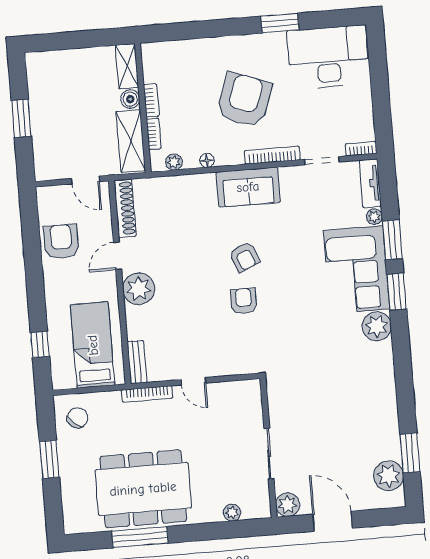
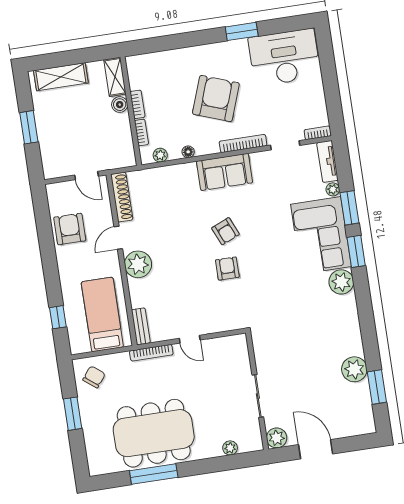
shelving: (131, 141) -> (61, 77), moved, turned 90
plant: (389, 476) -> (354, 369), moved

